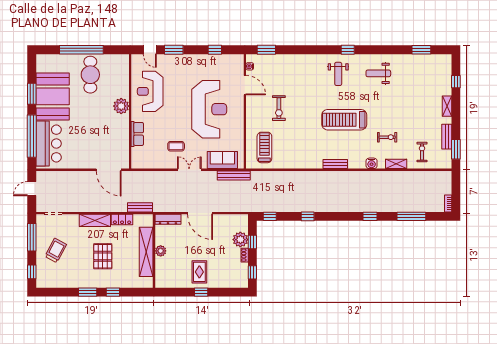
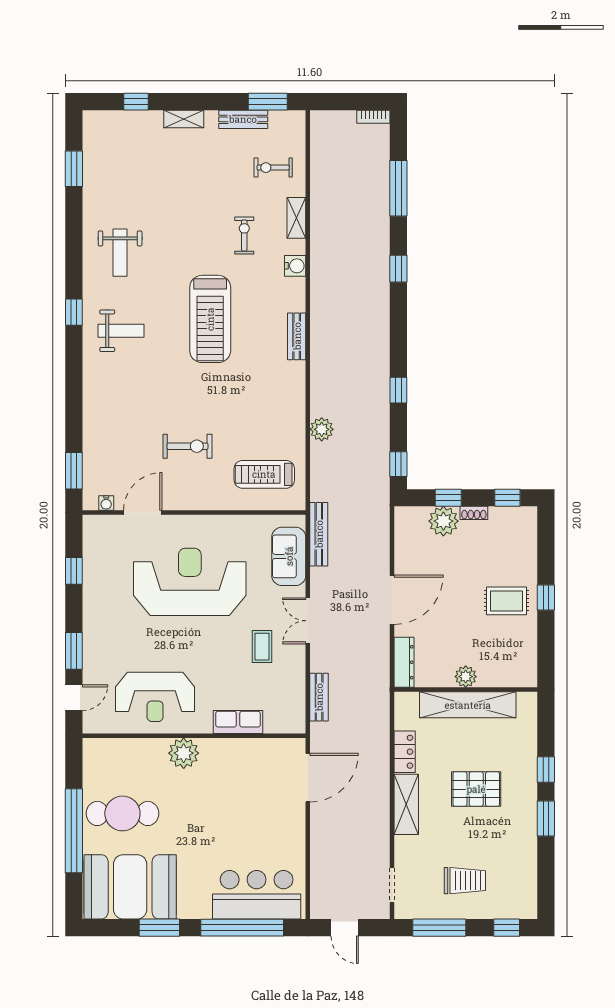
booth: (53, 96) -> (130, 887), moved
plant: (288, 177) -> (322, 429), added
bench: (140, 207) -> (319, 697), moved
trolley: (56, 250) -> (465, 881), turned 152

